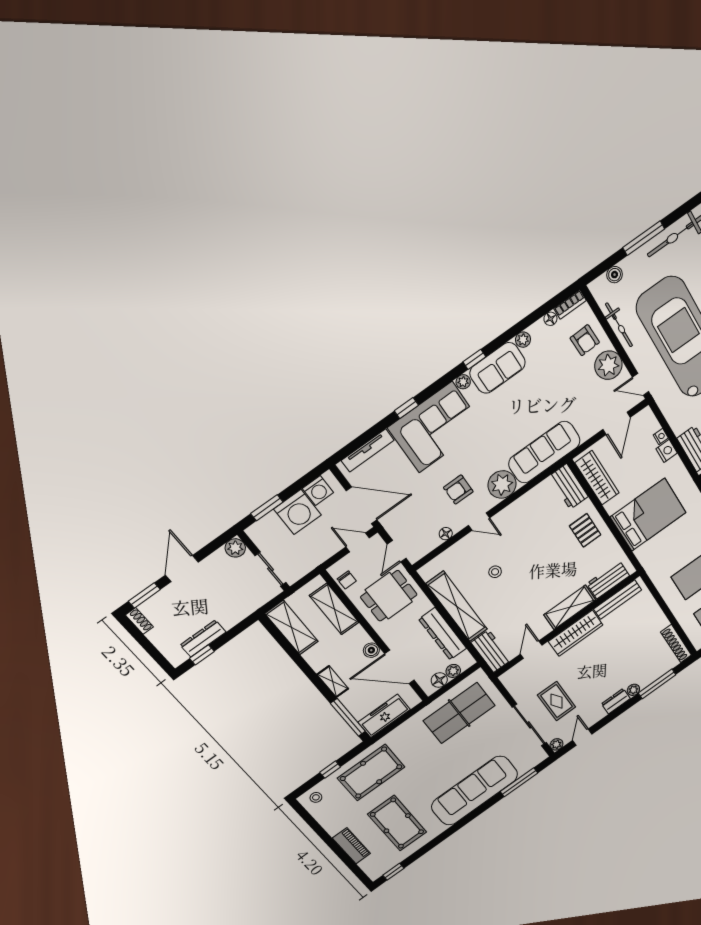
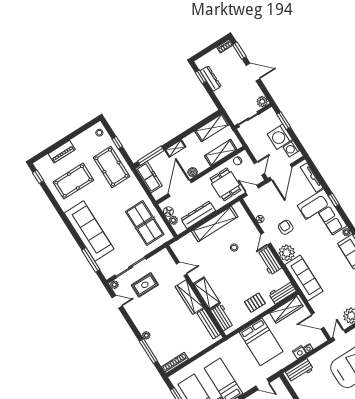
workbench: (491, 651) -> (269, 261), moved, turned 90
dresser: (616, 701) -> (140, 324), removed

